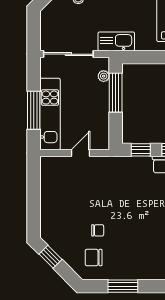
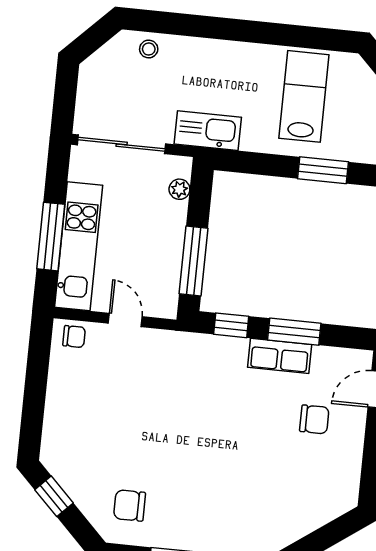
window: (116, 93) -> (193, 261), moved
door: (81, 153) -> (125, 320), hinge flipped
chair: (98, 230) -> (74, 337), moved

